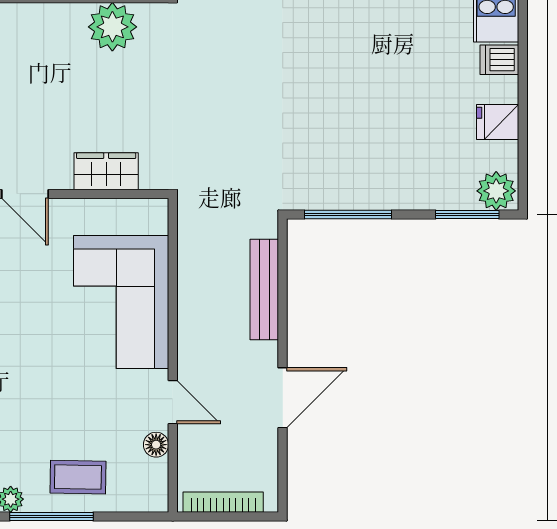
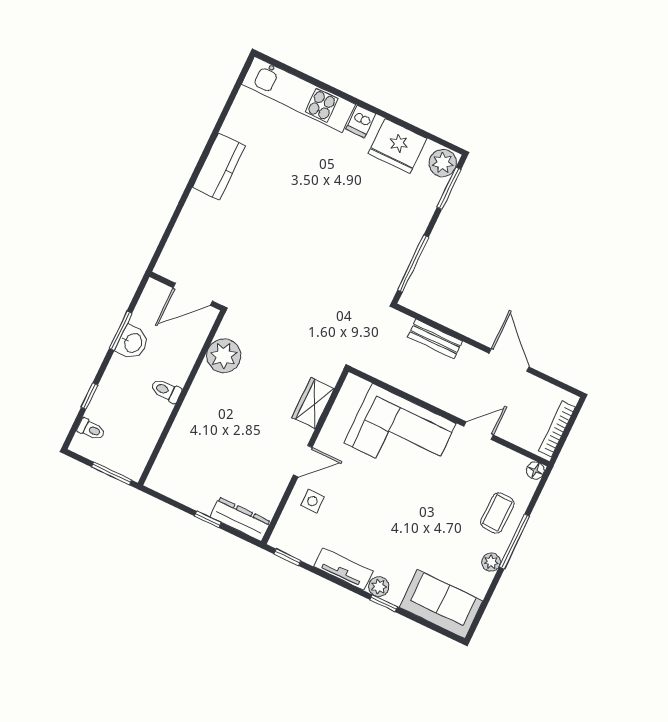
fridge: (498, 122) -> (397, 146), width x1.88, depth x1.34
bench: (264, 289) -> (435, 339), width x0.73
floor lamp: (156, 445) -> (535, 471), moved

